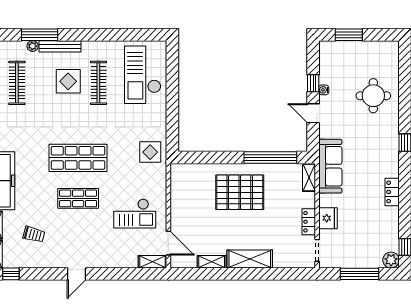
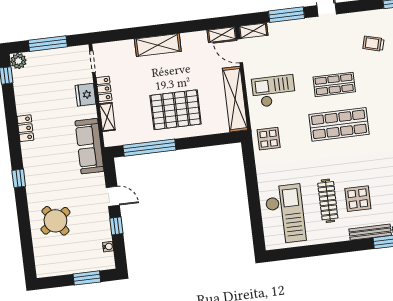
water cooler: (324, 90) -> (108, 247), moved
round table: (373, 96) -> (55, 221), turned -35
shelving: (309, 177) -> (107, 117), moved
shelving: (179, 196) -> (235, 99), added
checkout: (135, 214) -> (274, 91), moved
shelving: (212, 262) -> (222, 35), moved
window: (117, 274) -> (286, 15), added

